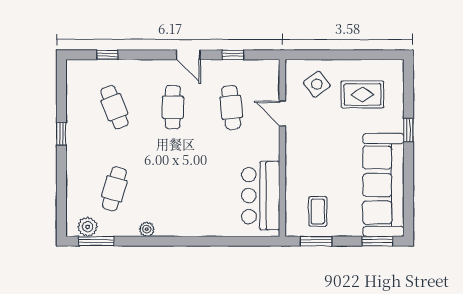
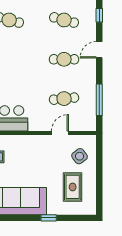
door: (188, 55) -> (99, 50), moved
window: (233, 55) -> (99, 100), width x2.17
cafe table: (114, 107) -> (64, 20), turned 36

